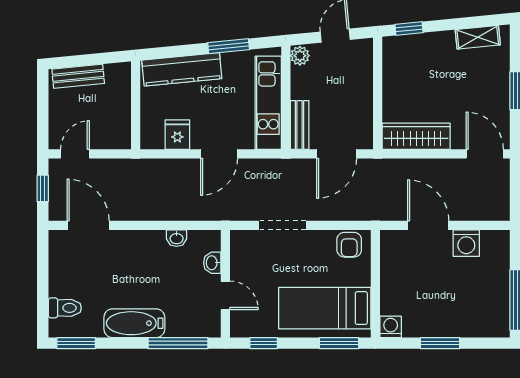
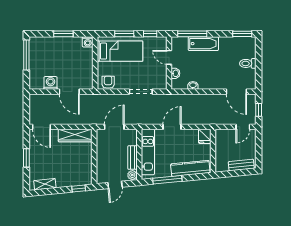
window: (229, 46) -> (167, 180), width x1.44
bench: (300, 125) -> (132, 158), moved
fridge: (177, 135) -> (205, 136), moved
toilet: (65, 308) -> (248, 63), moved
bathtub: (134, 323) -> (203, 44), moved
window: (339, 343) -> (124, 34), moved

